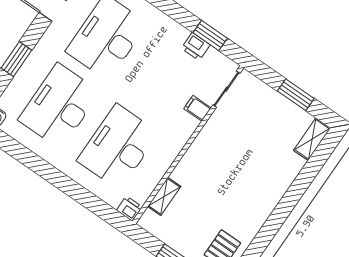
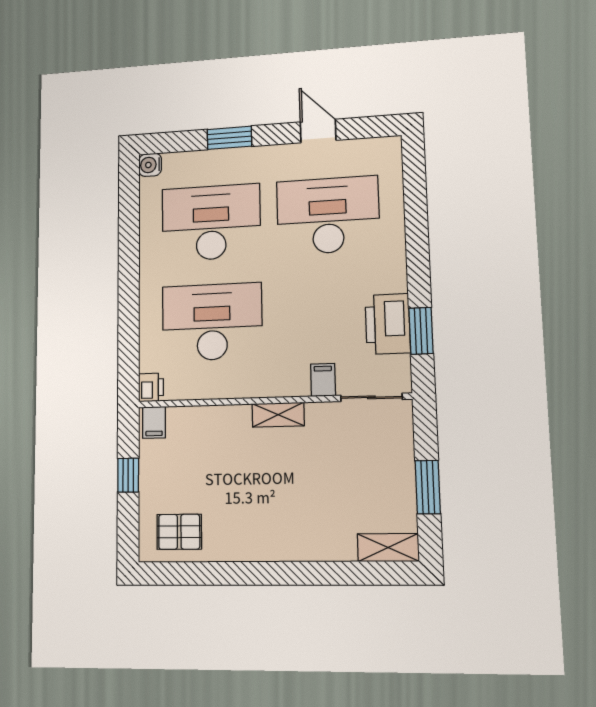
printer: (196, 47) -> (388, 324), width x1.87, depth x1.48
shelving: (164, 196) -> (278, 415), moved
filing cabinet: (151, 221) -> (154, 422), added

